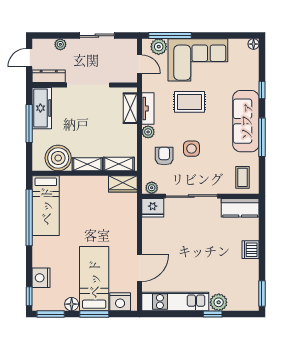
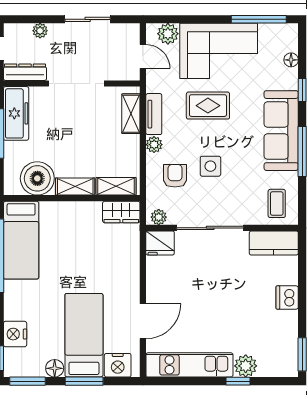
window: (170, 36) -> (259, 19), moved
floor lamp: (254, 44) -> (291, 60), moved

